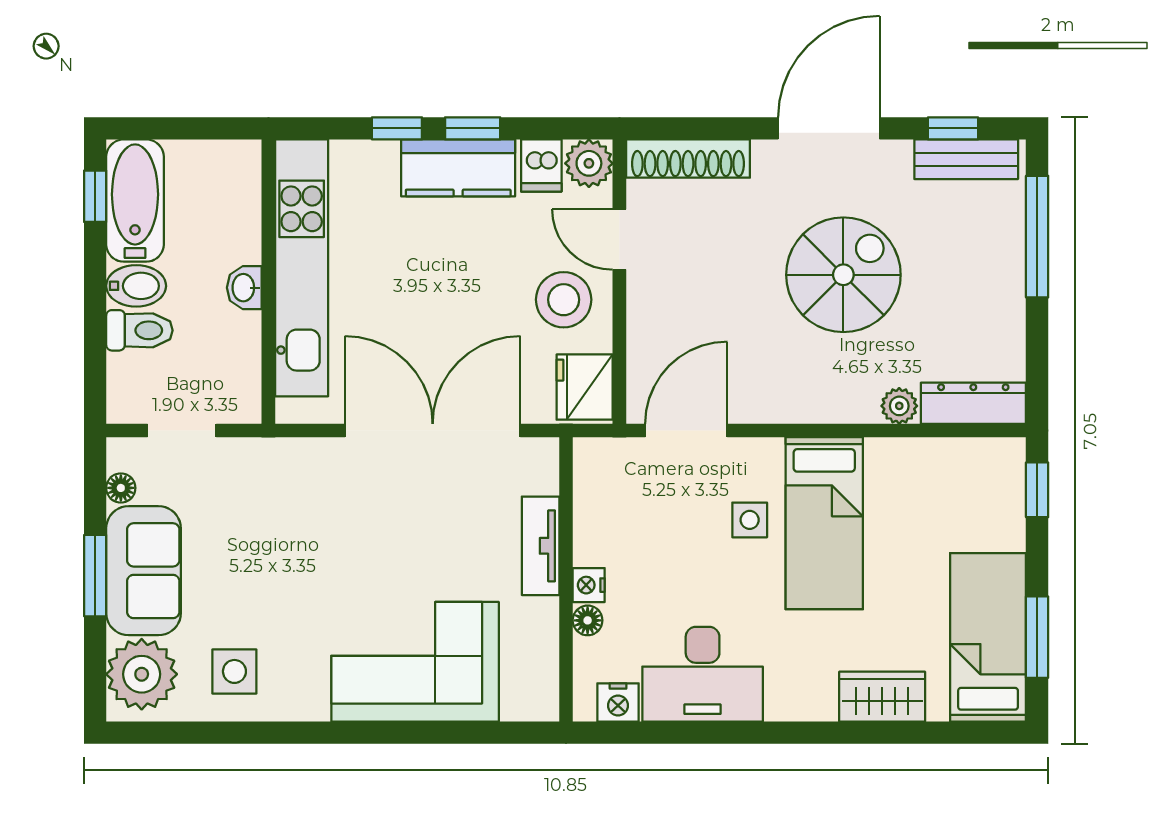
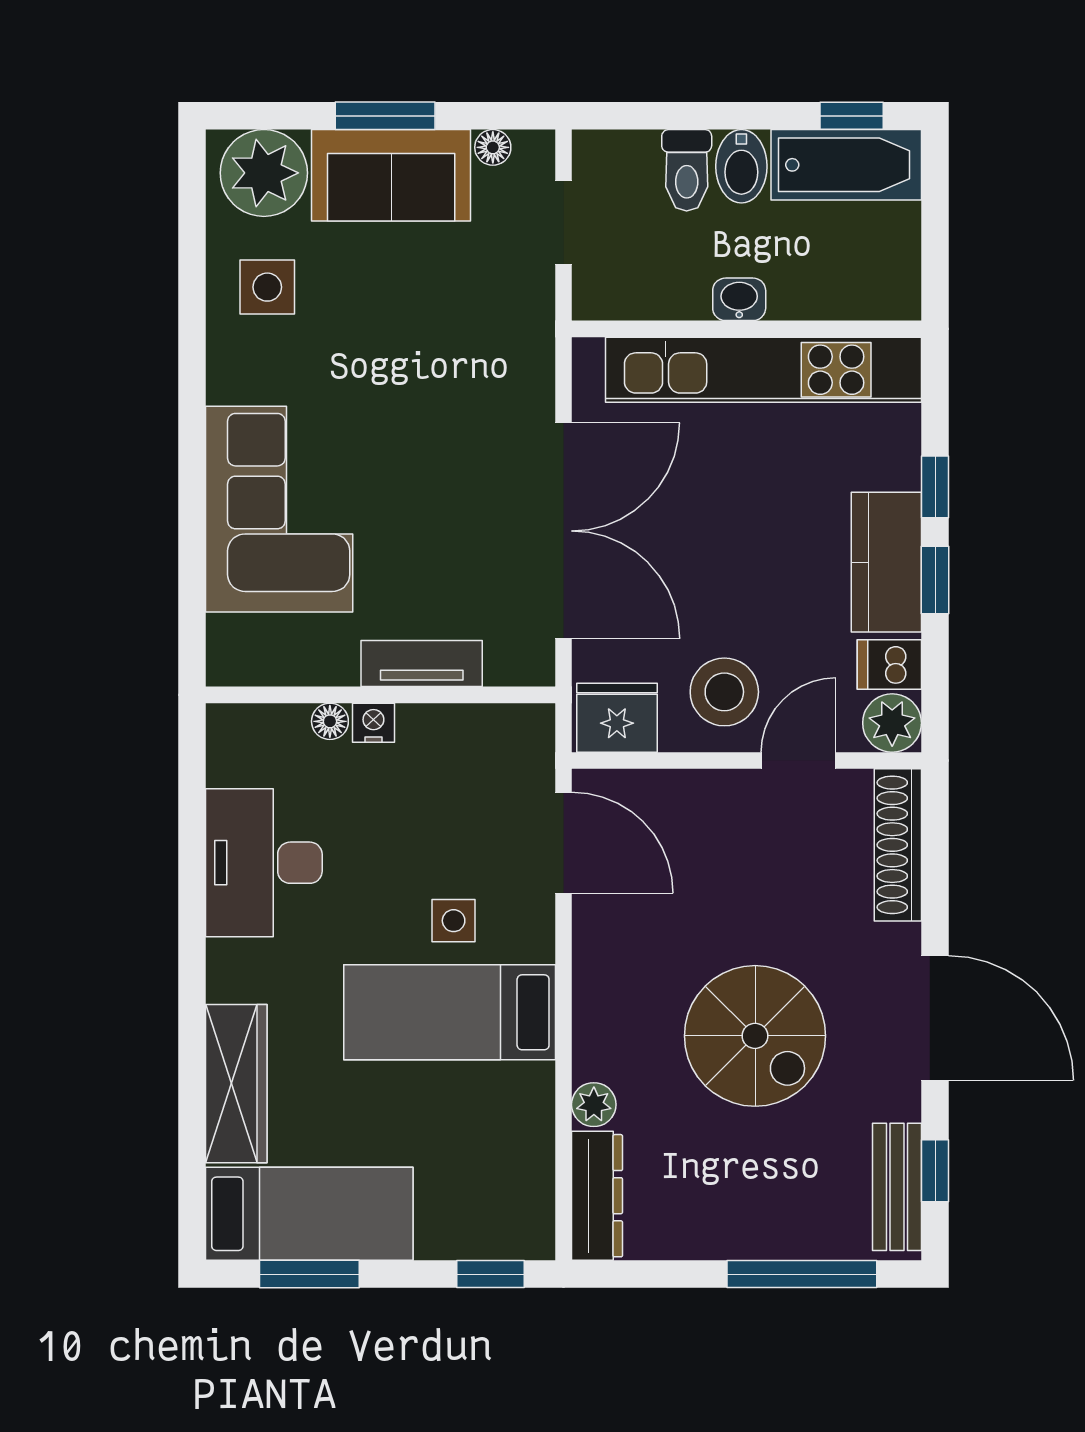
wardrobe: (882, 697) -> (236, 1084), width x1.50
nightstand: (618, 702) -> (229, 759), removed

